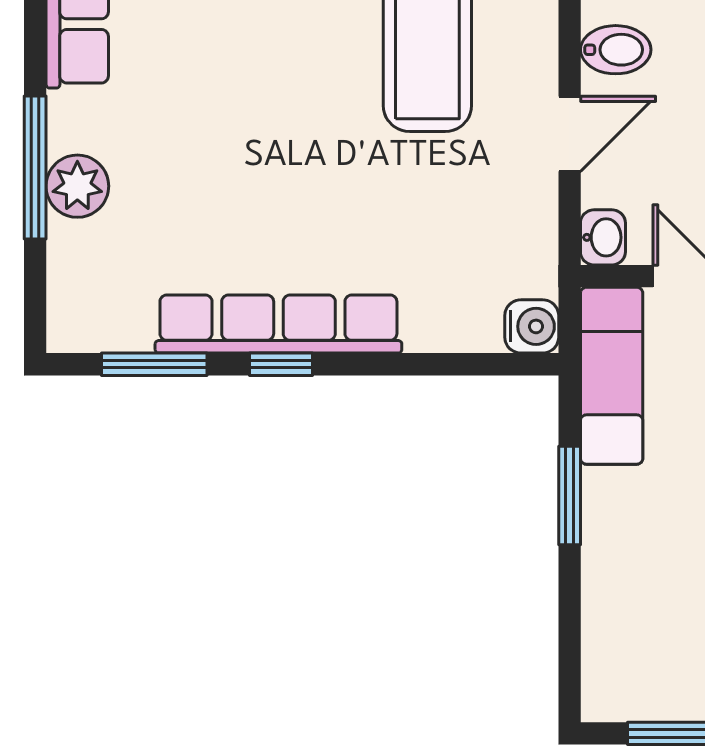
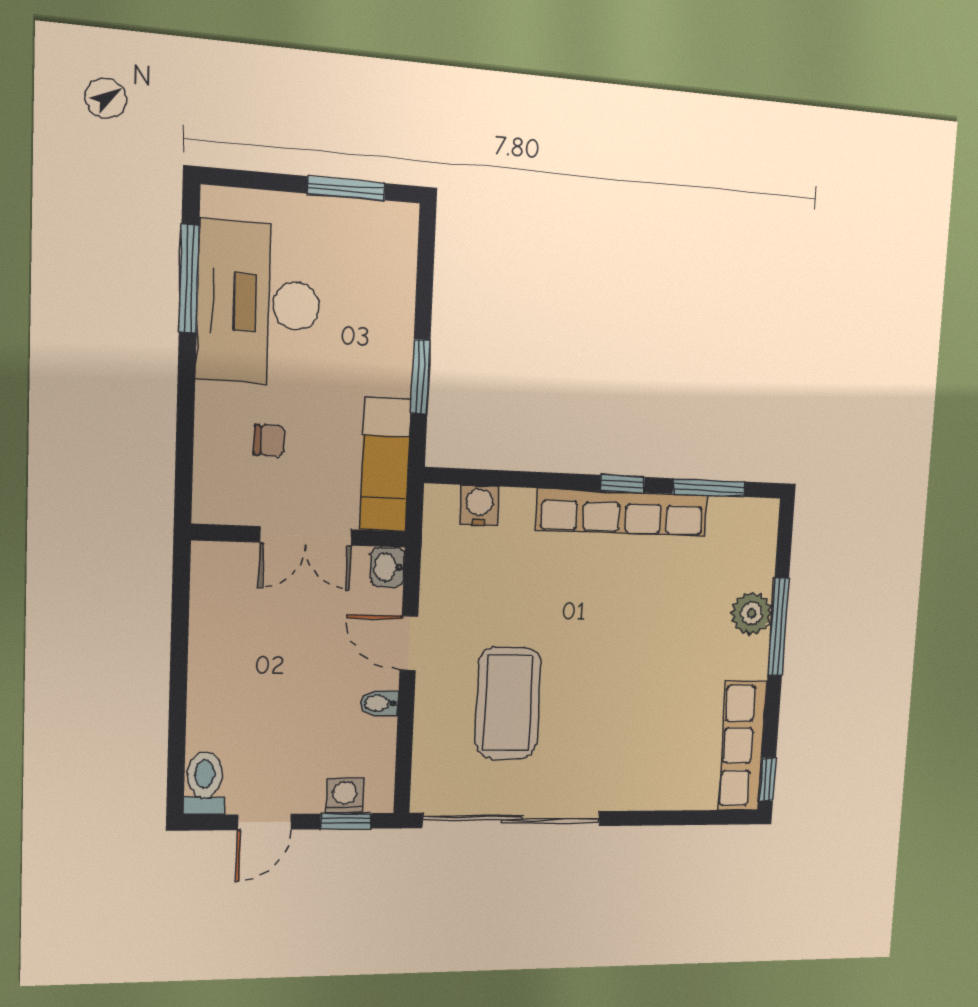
bidet: (616, 50) -> (379, 703), width x0.72, depth x0.74
door: (570, 134) -> (409, 643), hinge flipped
water cooler: (532, 326) -> (480, 505), moved, turned 90

